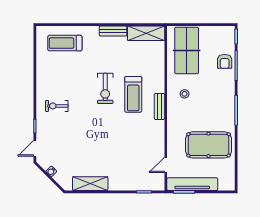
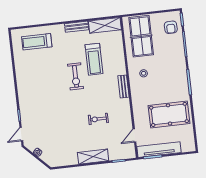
armchair: (225, 61) -> (171, 27), moved
treadmill: (133, 94) -> (94, 59), moved
exercise bike: (57, 106) -> (98, 119), moved
shelving: (90, 184) -> (93, 157), moved

